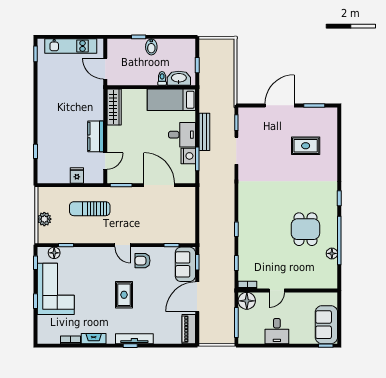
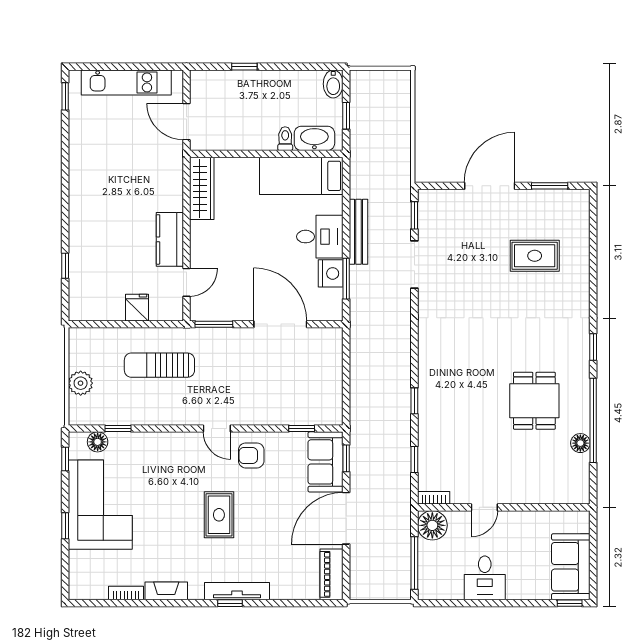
bidet: (151, 47) -> (333, 84), moved

